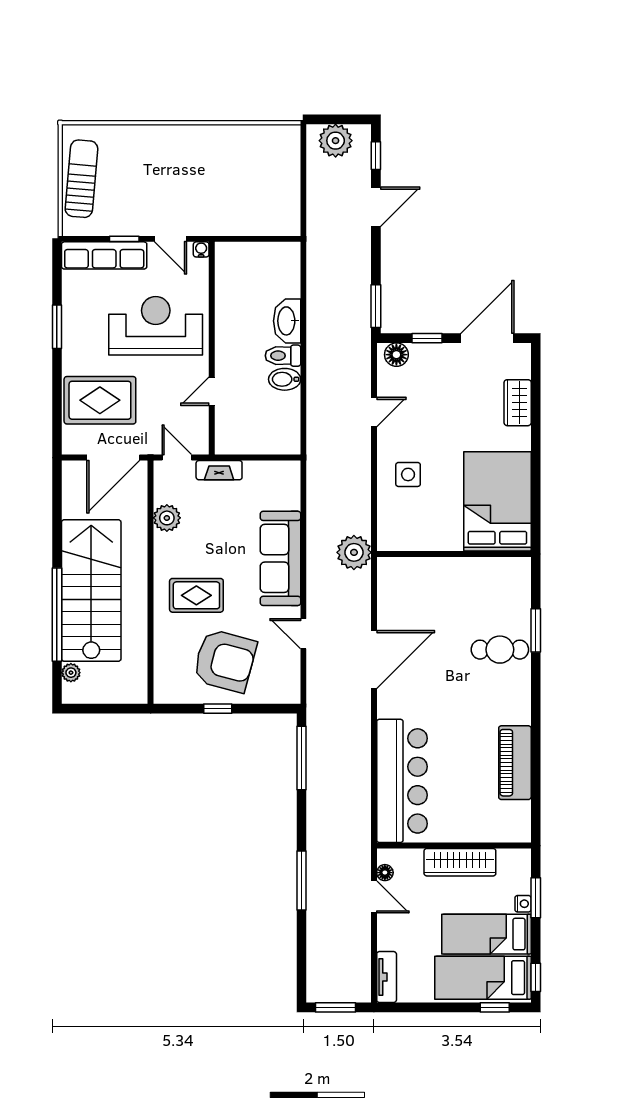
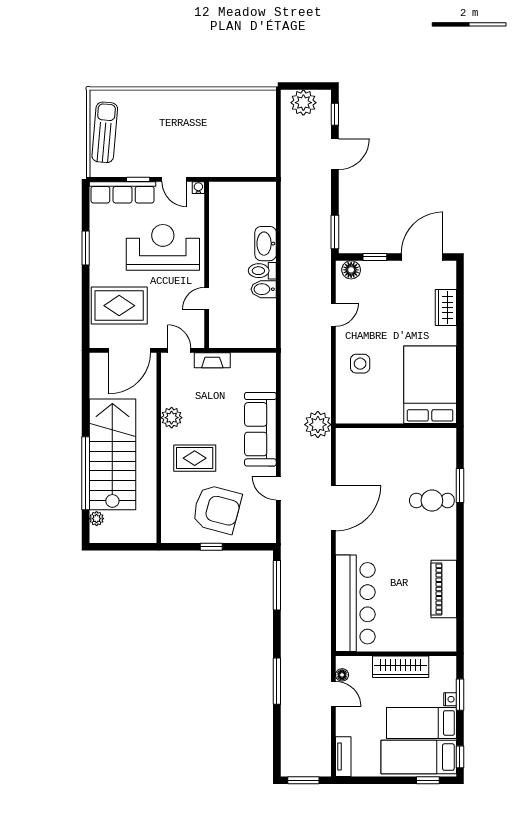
plant: (167, 518) -> (172, 418), moved

